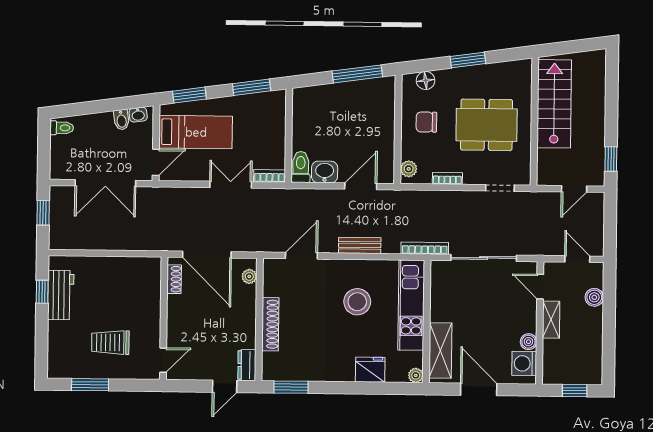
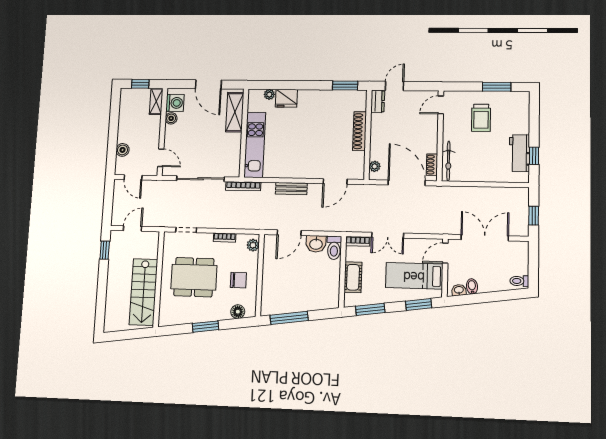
cot: (275, 129) -> (353, 277), added
bicycle: (153, 284) -> (448, 161), added
stool: (357, 302) -> (294, 147), removed
shelving: (551, 320) -> (156, 101), moved
trolley: (110, 343) -> (481, 118), turned 90
plant: (416, 375) -> (269, 94), moved

